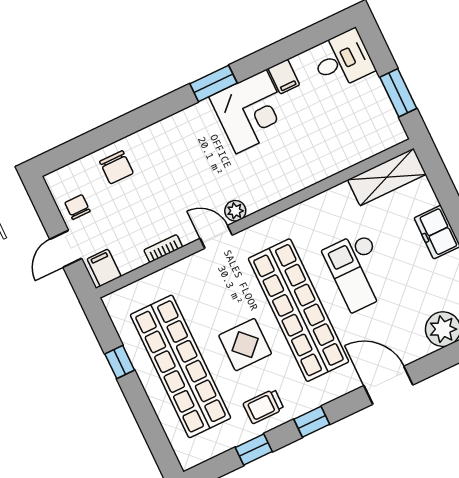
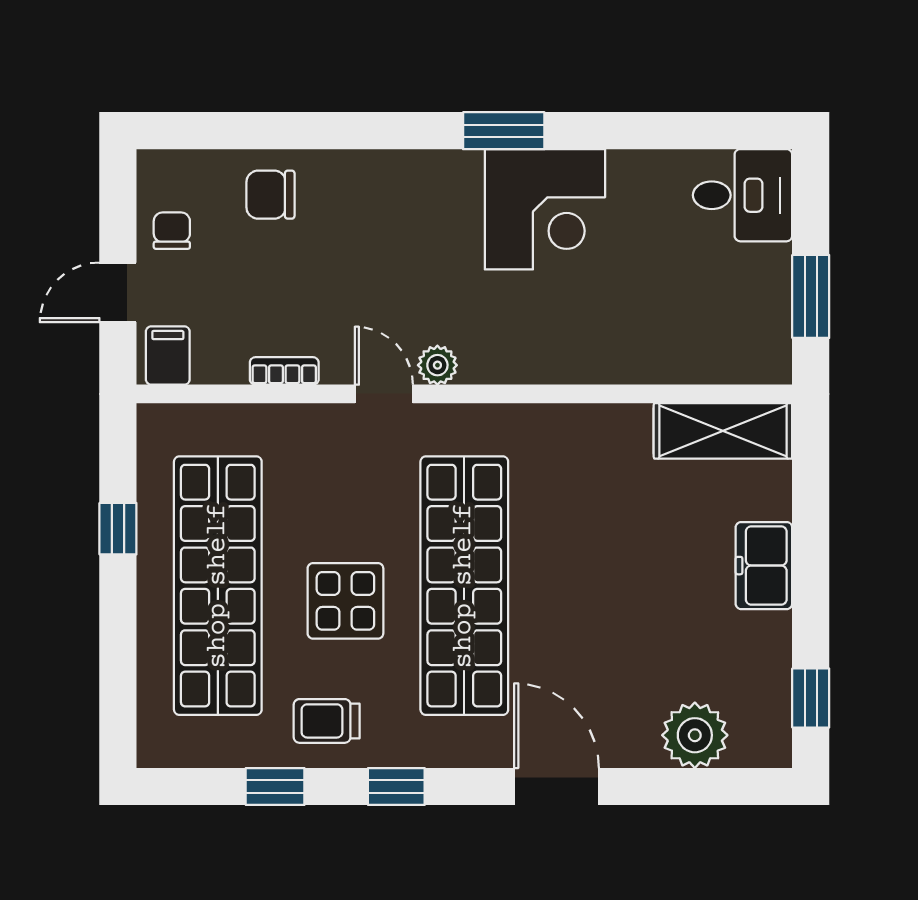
filing cabinet: (284, 77) -> (629, 176), removed
chair: (116, 167) -> (270, 195), turned 90
checkout: (358, 272) -> (598, 569), removed

